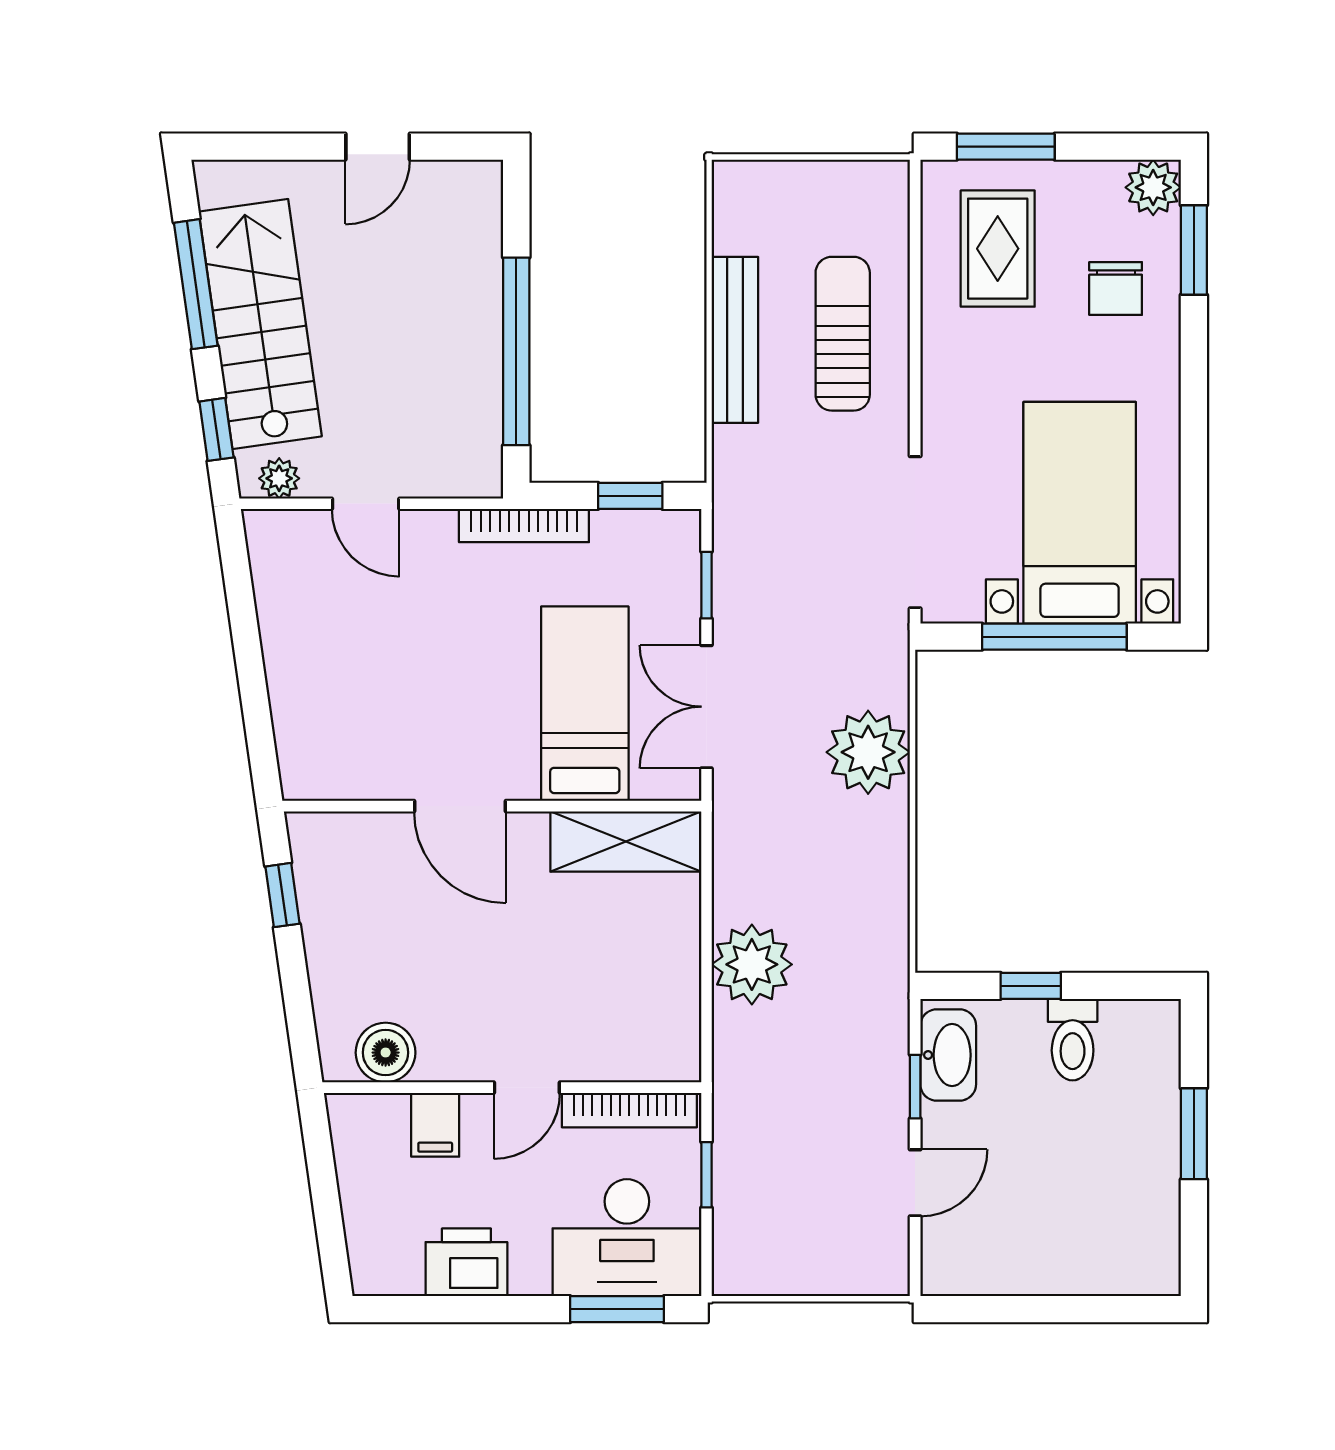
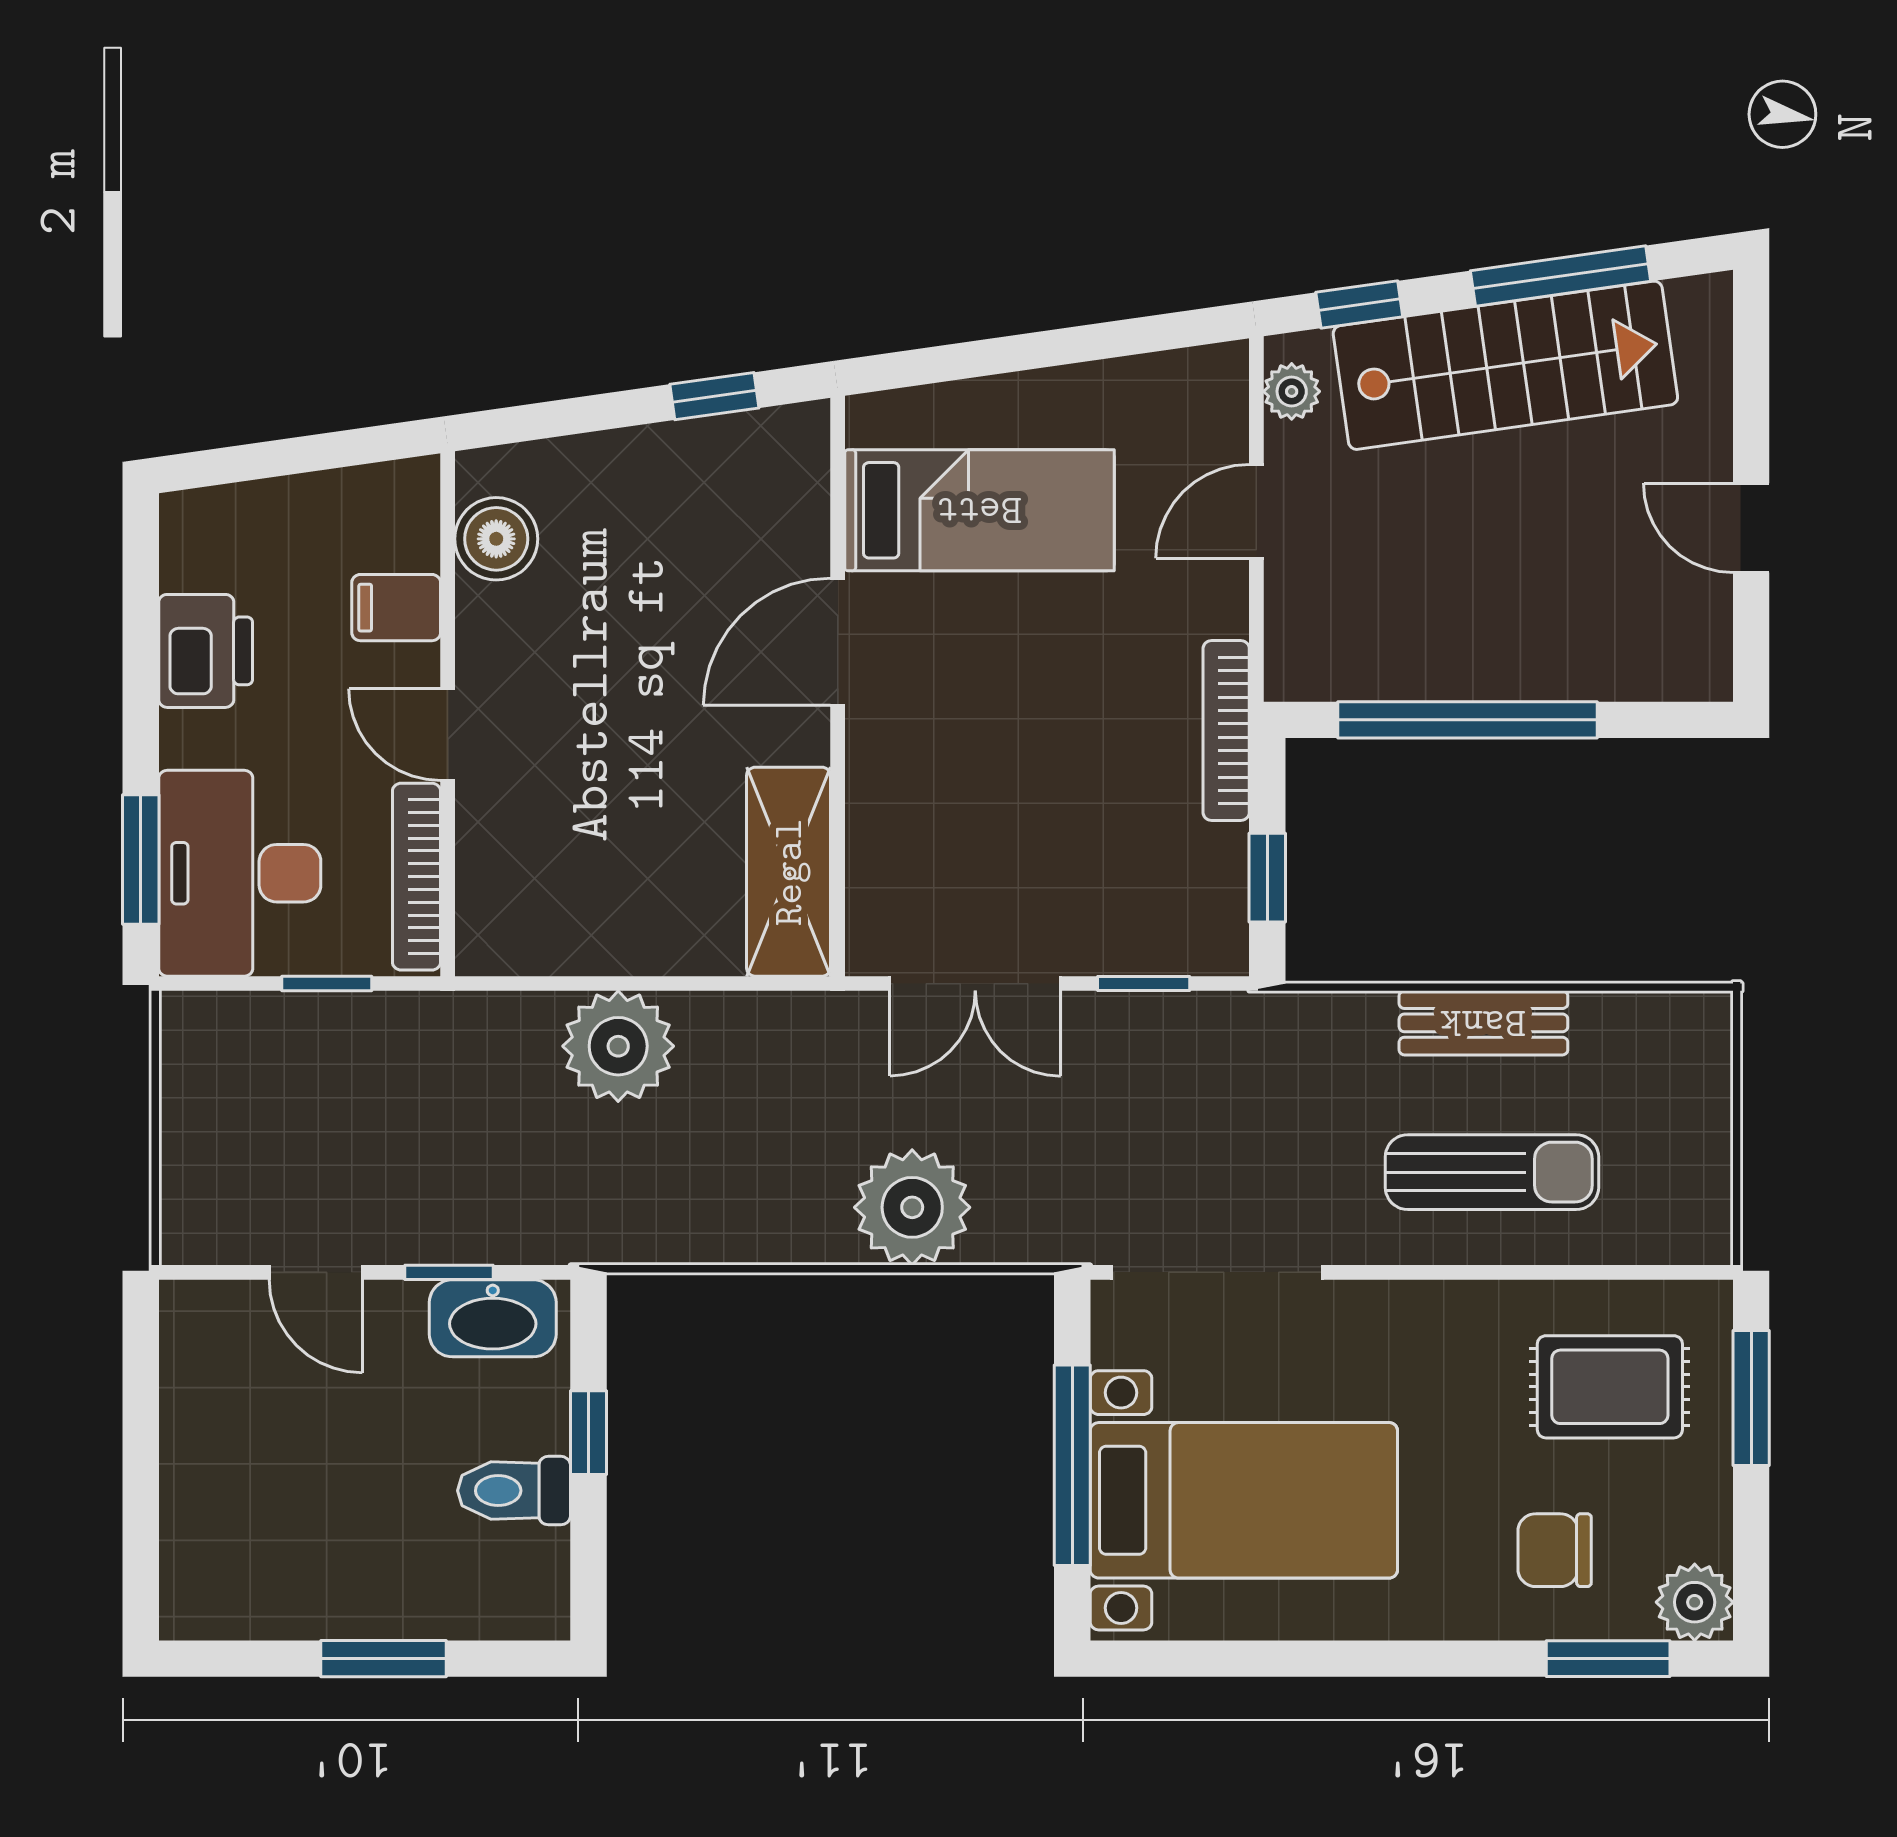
bench: (735, 340) -> (1483, 1023), width x0.73
bed: (585, 704) -> (979, 510), moved
double door: (707, 707) -> (975, 984), swing flipped

